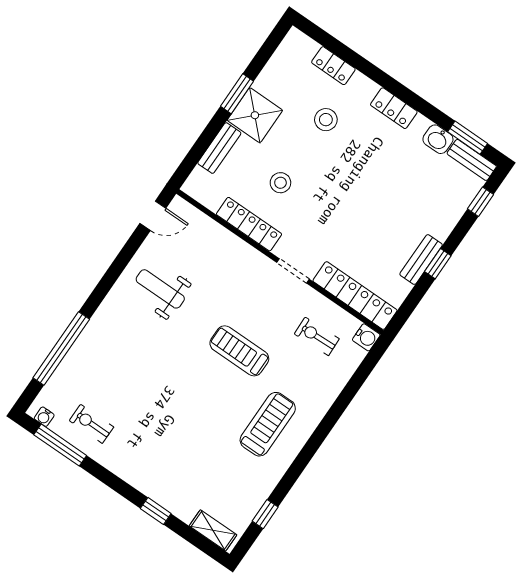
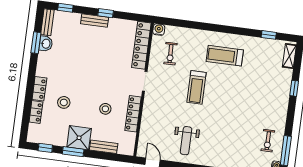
window: (267, 51) -> (45, 148), added
locker: (394, 108) -> (39, 89), moved
window: (468, 138) -> (36, 43), moved
bench: (421, 260) -> (95, 20), moved

